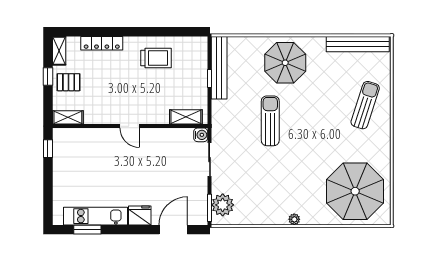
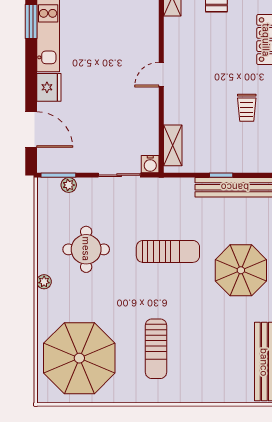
trolley: (156, 58) -> (247, 108), width x0.73, depth x0.72
sun lounger: (365, 105) -> (156, 349), moved, turned 72
round table: (269, 186) -> (86, 249), added
plant: (223, 205) -> (69, 185), width x0.53, depth x0.53

